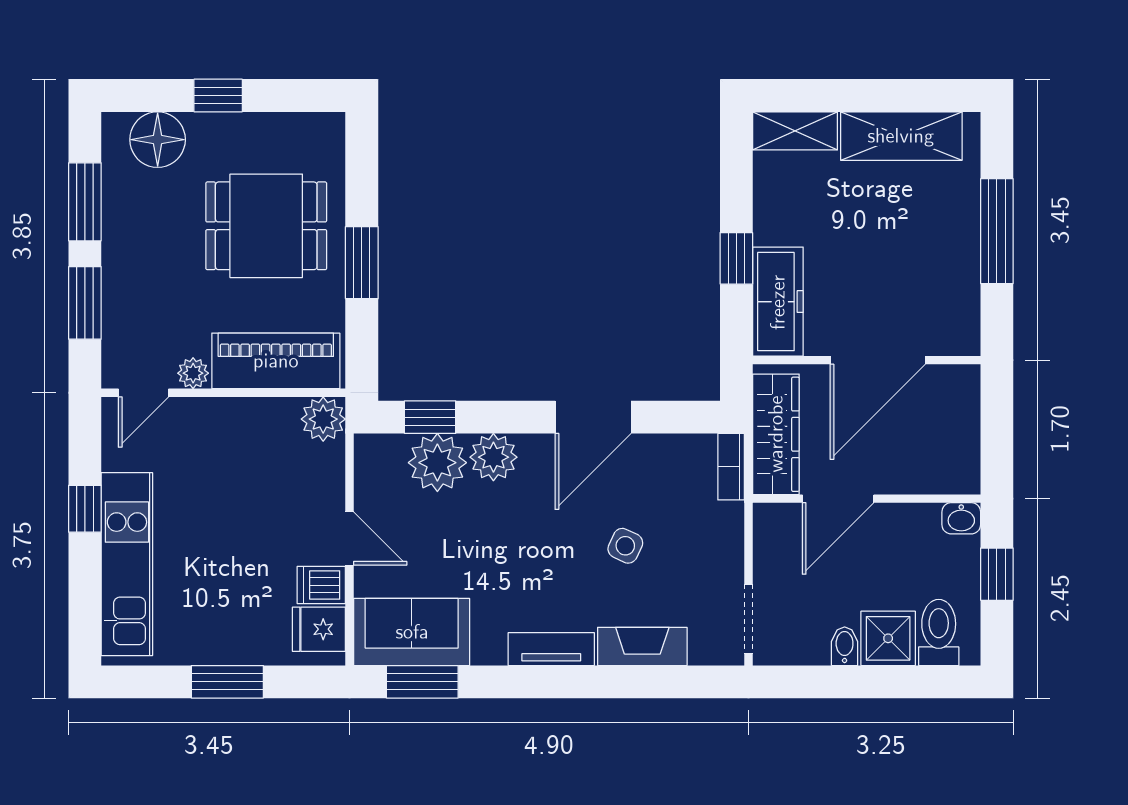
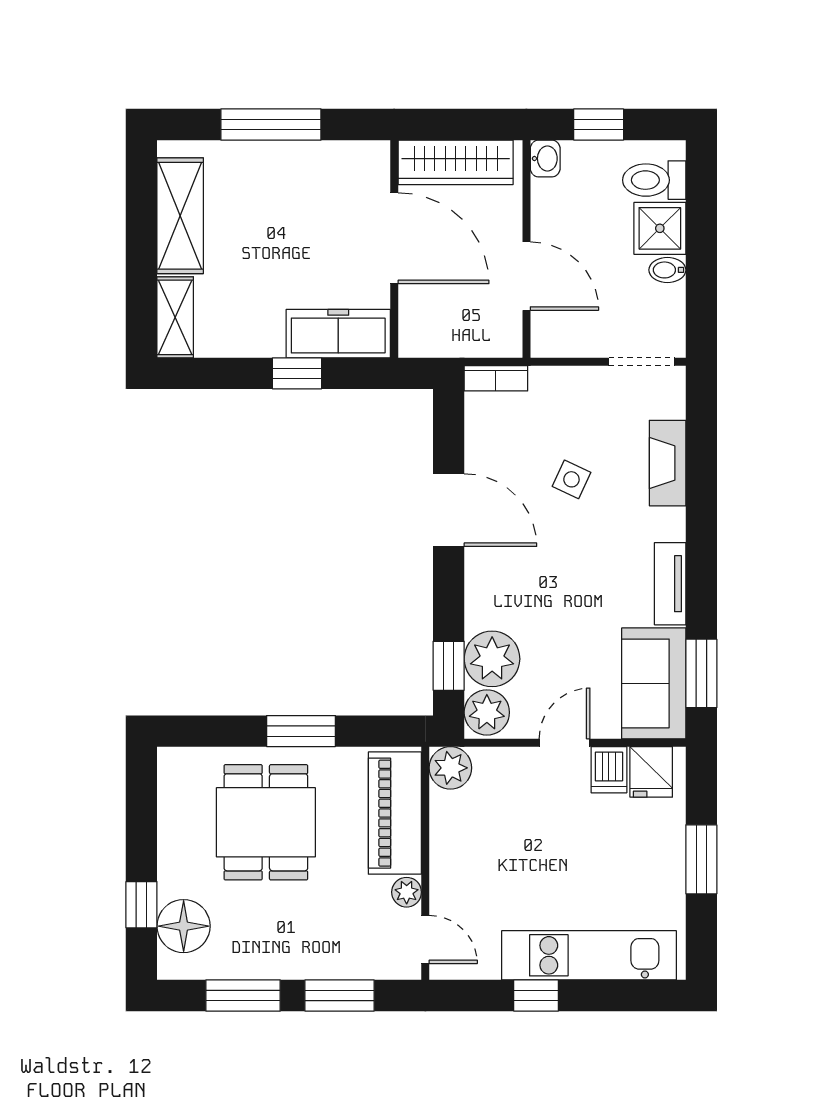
window: (218, 96) -> (141, 905), moved
wardrobe: (776, 434) -> (456, 162), moved, turned 180
plant: (493, 457) -> (487, 712), moved
tv unit: (551, 649) -> (670, 584), moved

